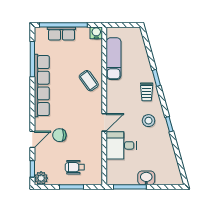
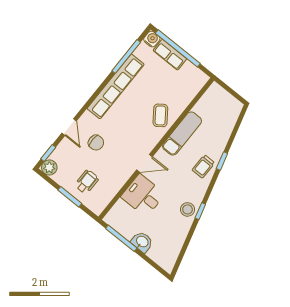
water cooler: (96, 33) -> (152, 39), moved
exam couch: (114, 59) -> (182, 133), moved
stool: (149, 121) -> (188, 209), moved
chair: (59, 135) -> (96, 143), turned 180
door: (32, 139) -> (69, 127), hinge flipped
wheelchair: (75, 167) -> (87, 182), turned 90

